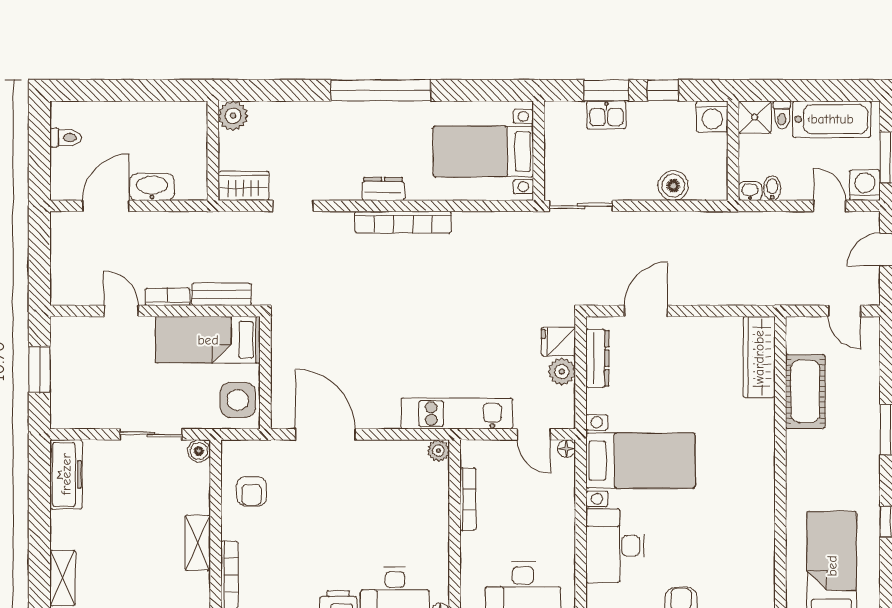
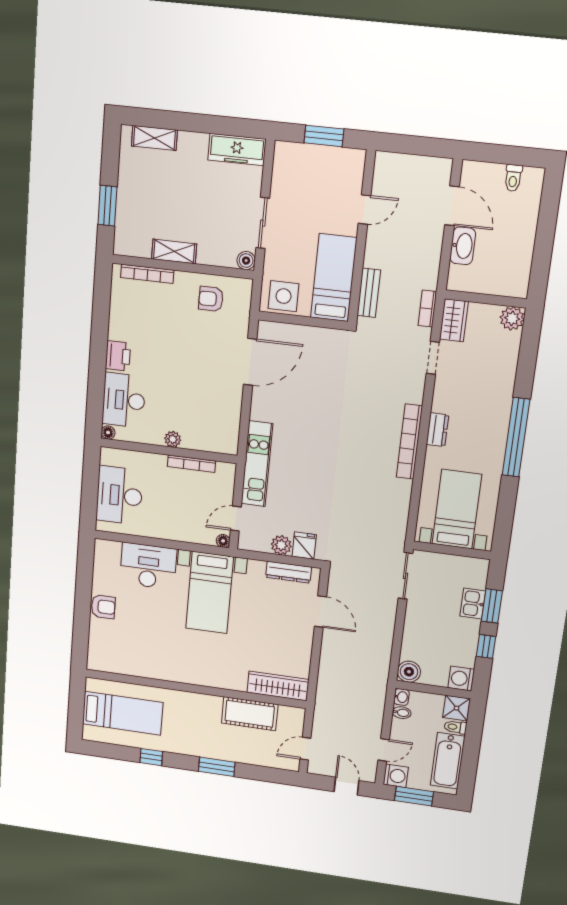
boiler: (673, 186) -> (409, 672), moved
bookcase: (168, 297) -> (427, 309), moved, turned 180
plant: (438, 451) -> (173, 439), moved

